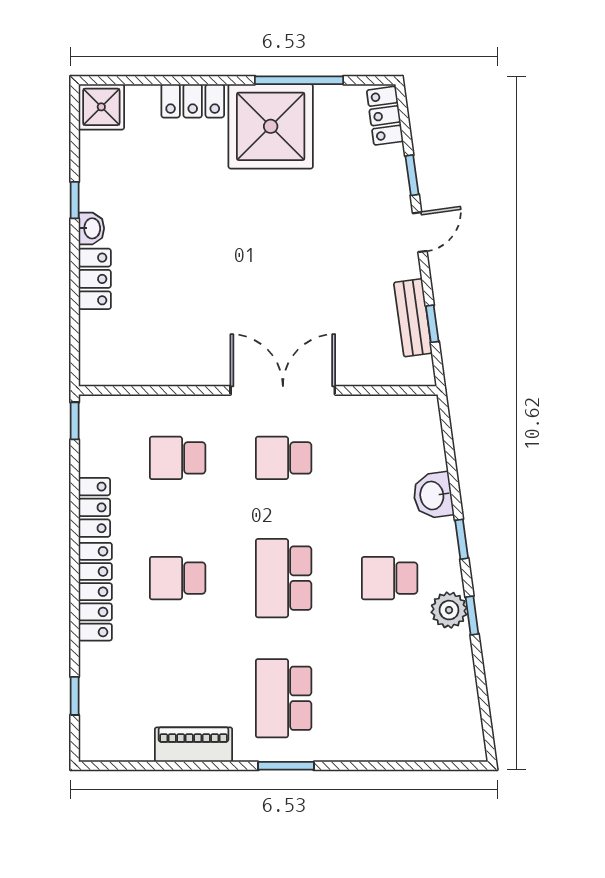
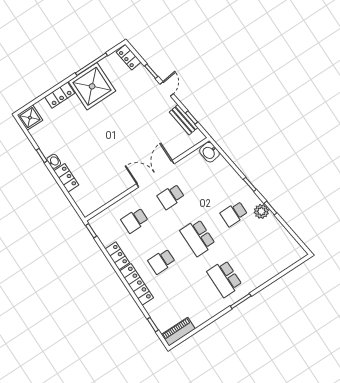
washbasin: (433, 495) -> (209, 152), moved
piano: (194, 745) -> (178, 332), moved

